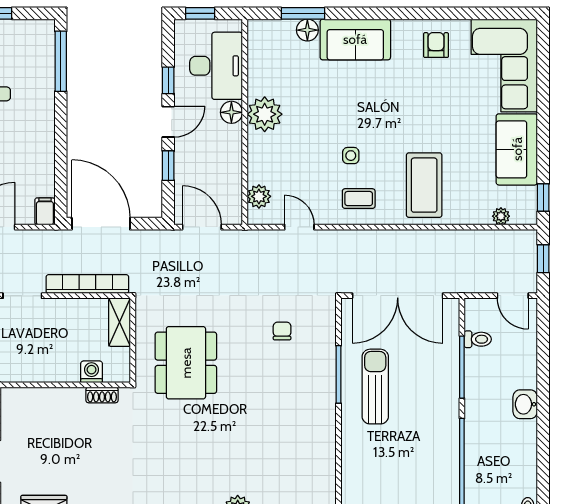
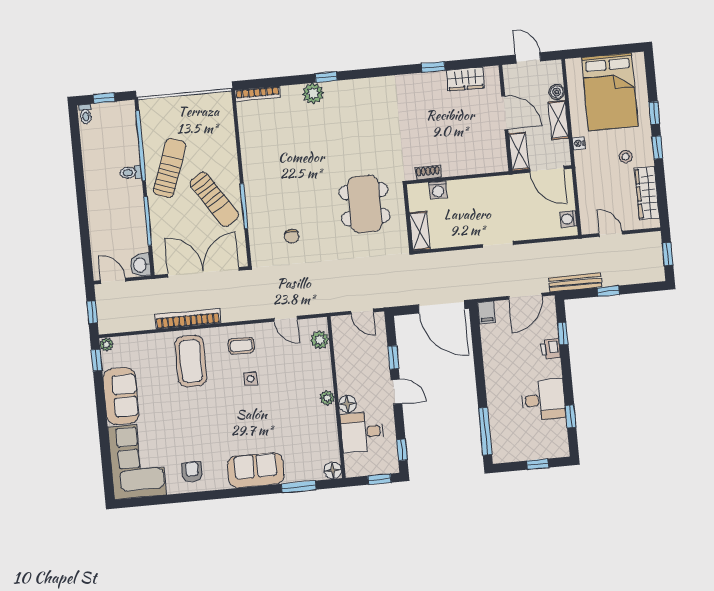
floor lamp: (307, 30) -> (333, 470), moved
armchair: (436, 45) -> (192, 472), turned 180
desk: (216, 66) -> (362, 432), width x0.73
window: (168, 80) -> (402, 450), moved
plant: (265, 114) -> (327, 398), width x0.53, depth x0.53
door: (168, 122) -> (396, 392), swing flipped
plant: (501, 216) -> (107, 344), moved
door: (202, 227) -> (362, 312), width x0.73
bookcase: (87, 284) -> (188, 319), moved, turned 180
toilet: (478, 339) -> (131, 172), moved
sun lounger: (375, 387) -> (214, 199), turned -33
washbasin: (525, 404) -> (140, 265), moved, turned 180
sun lounger: (428, 432) -> (170, 168), added

